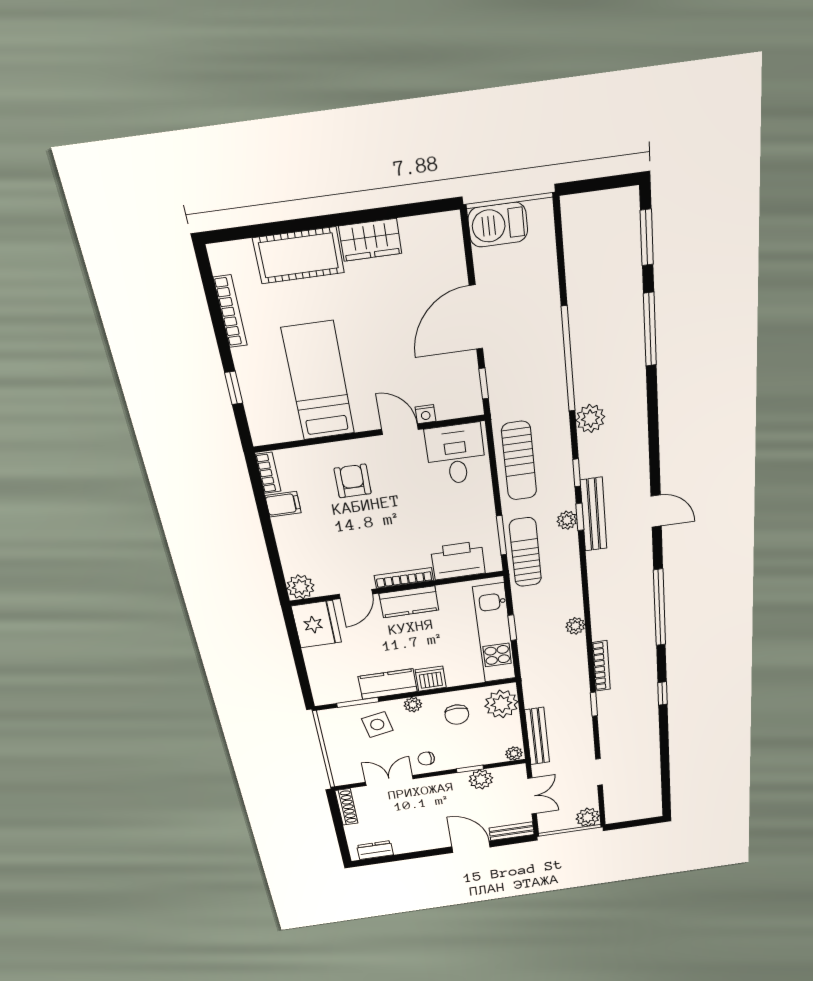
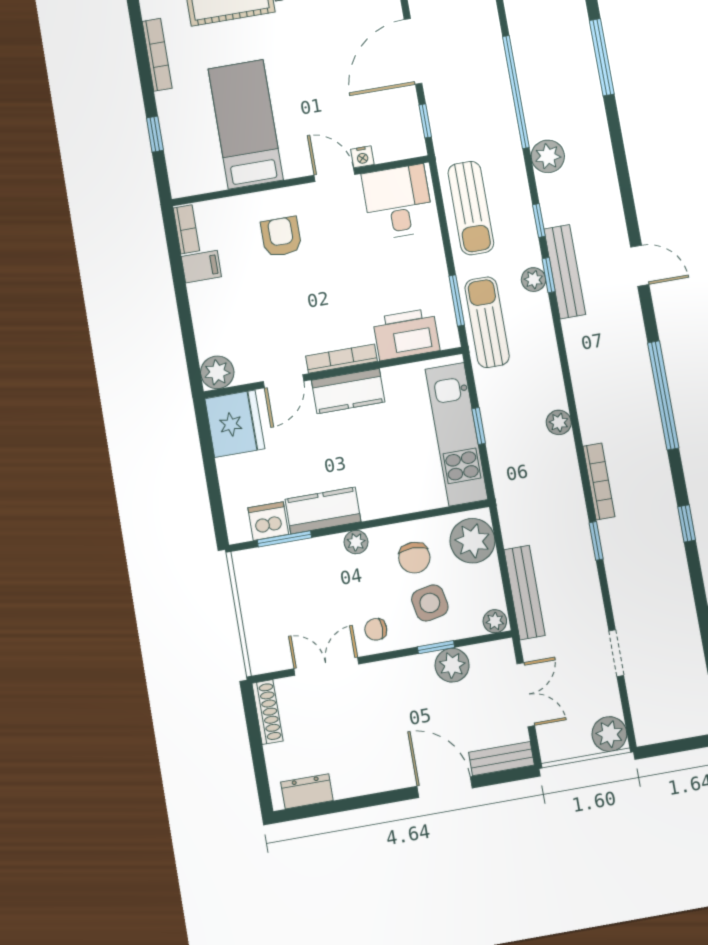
dishwasher: (431, 679) -> (268, 521), moved
side table: (377, 725) -> (430, 603), moved

